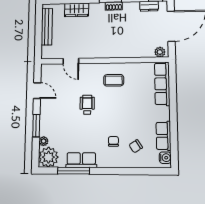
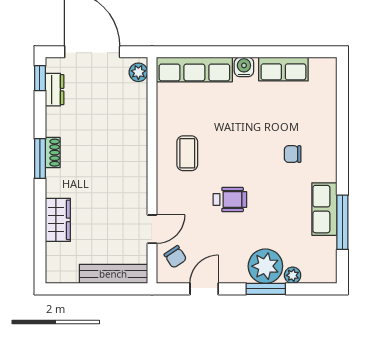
bench: (47, 27) -> (113, 274), moved
wheelchair: (87, 105) -> (230, 200), turned 180
chair: (136, 146) -> (175, 257), moved
plant: (48, 157) -> (265, 266), moved
water cooler: (165, 158) -> (244, 67), moved

